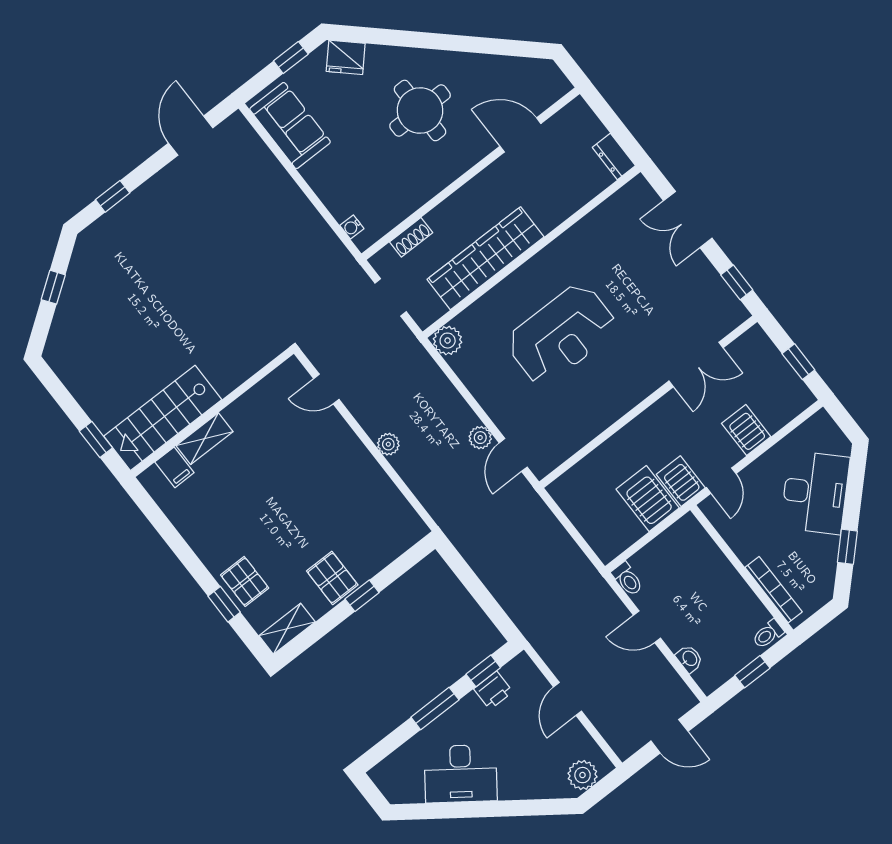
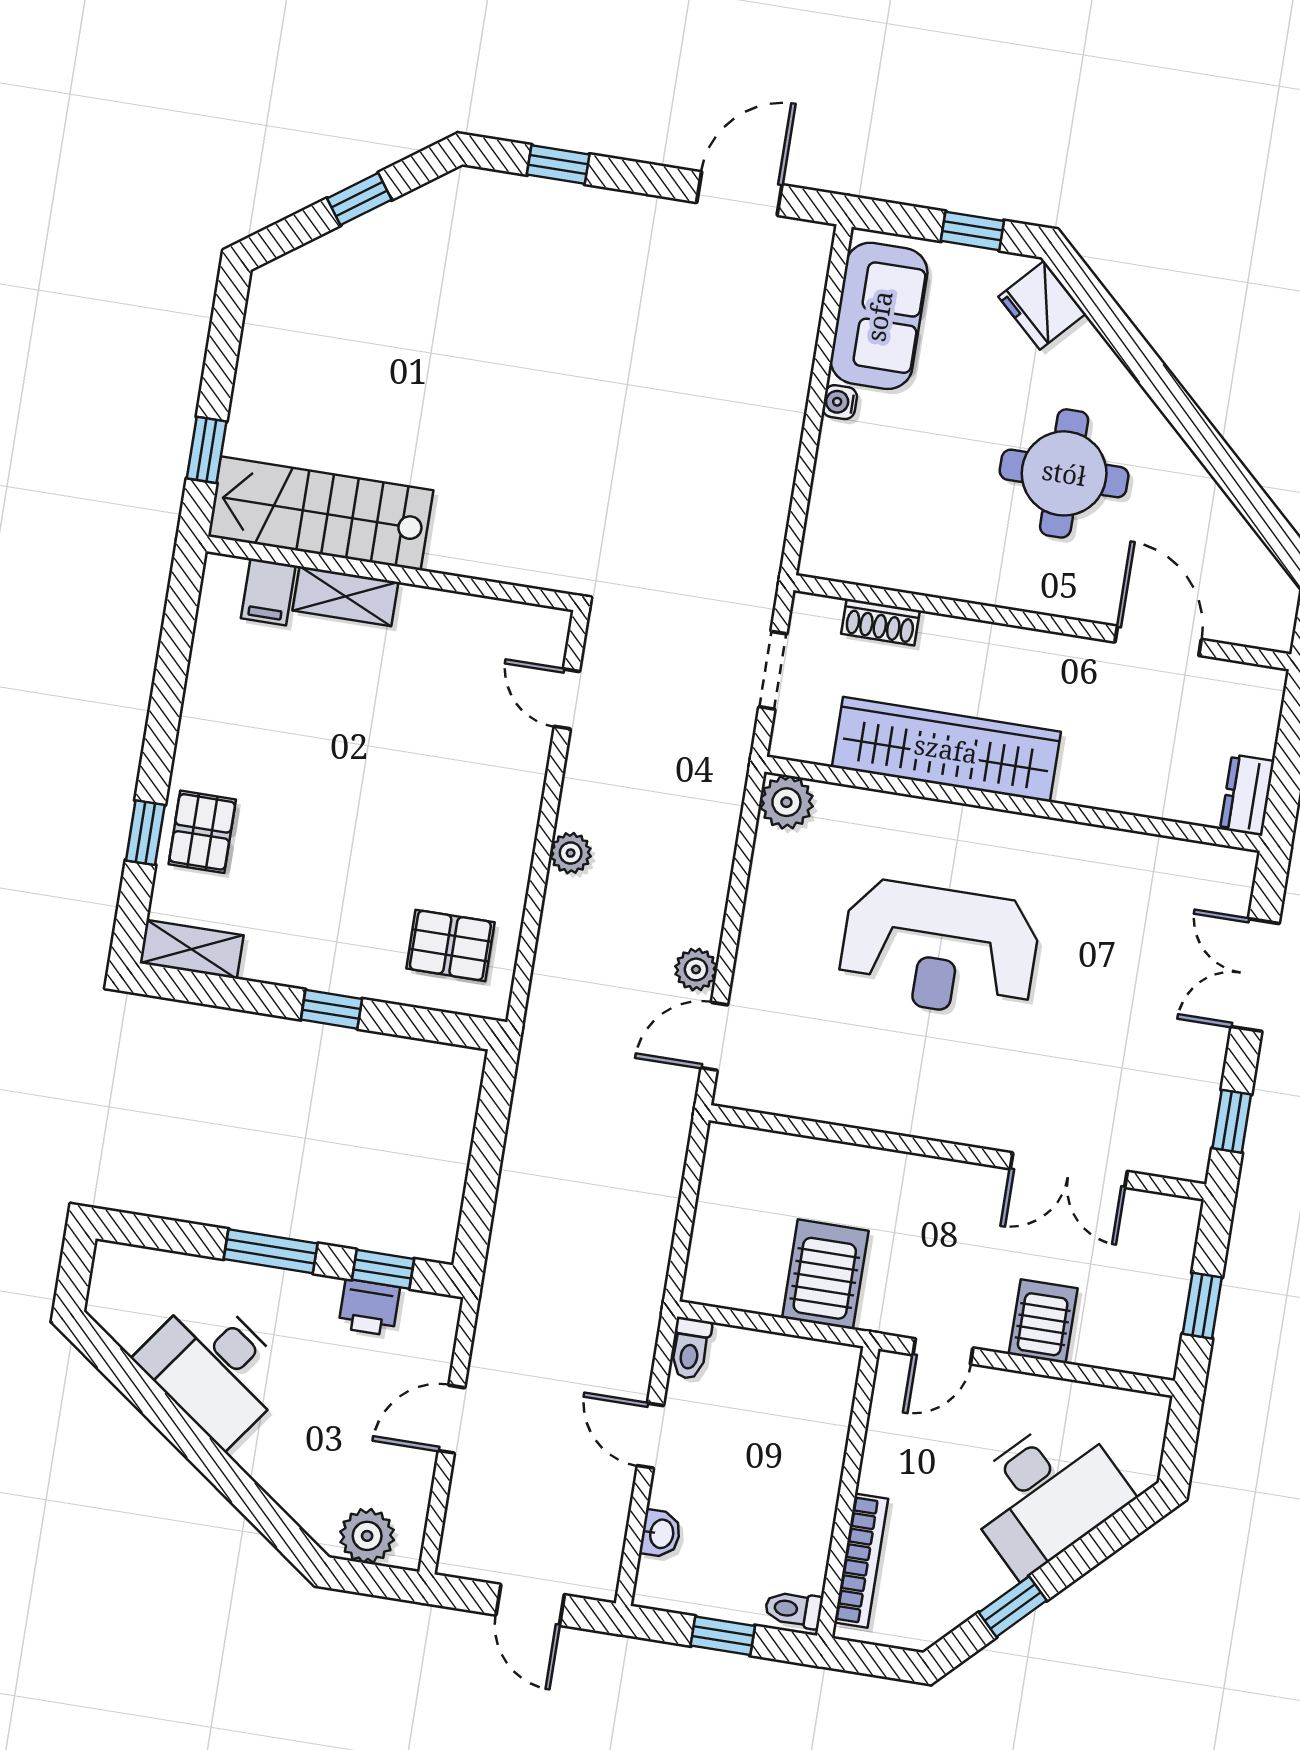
water cooler: (352, 227) -> (840, 402), moved
server rack: (681, 481) -> (891, 1297), removed
pallet: (332, 578) -> (450, 945), moved, turned 90

